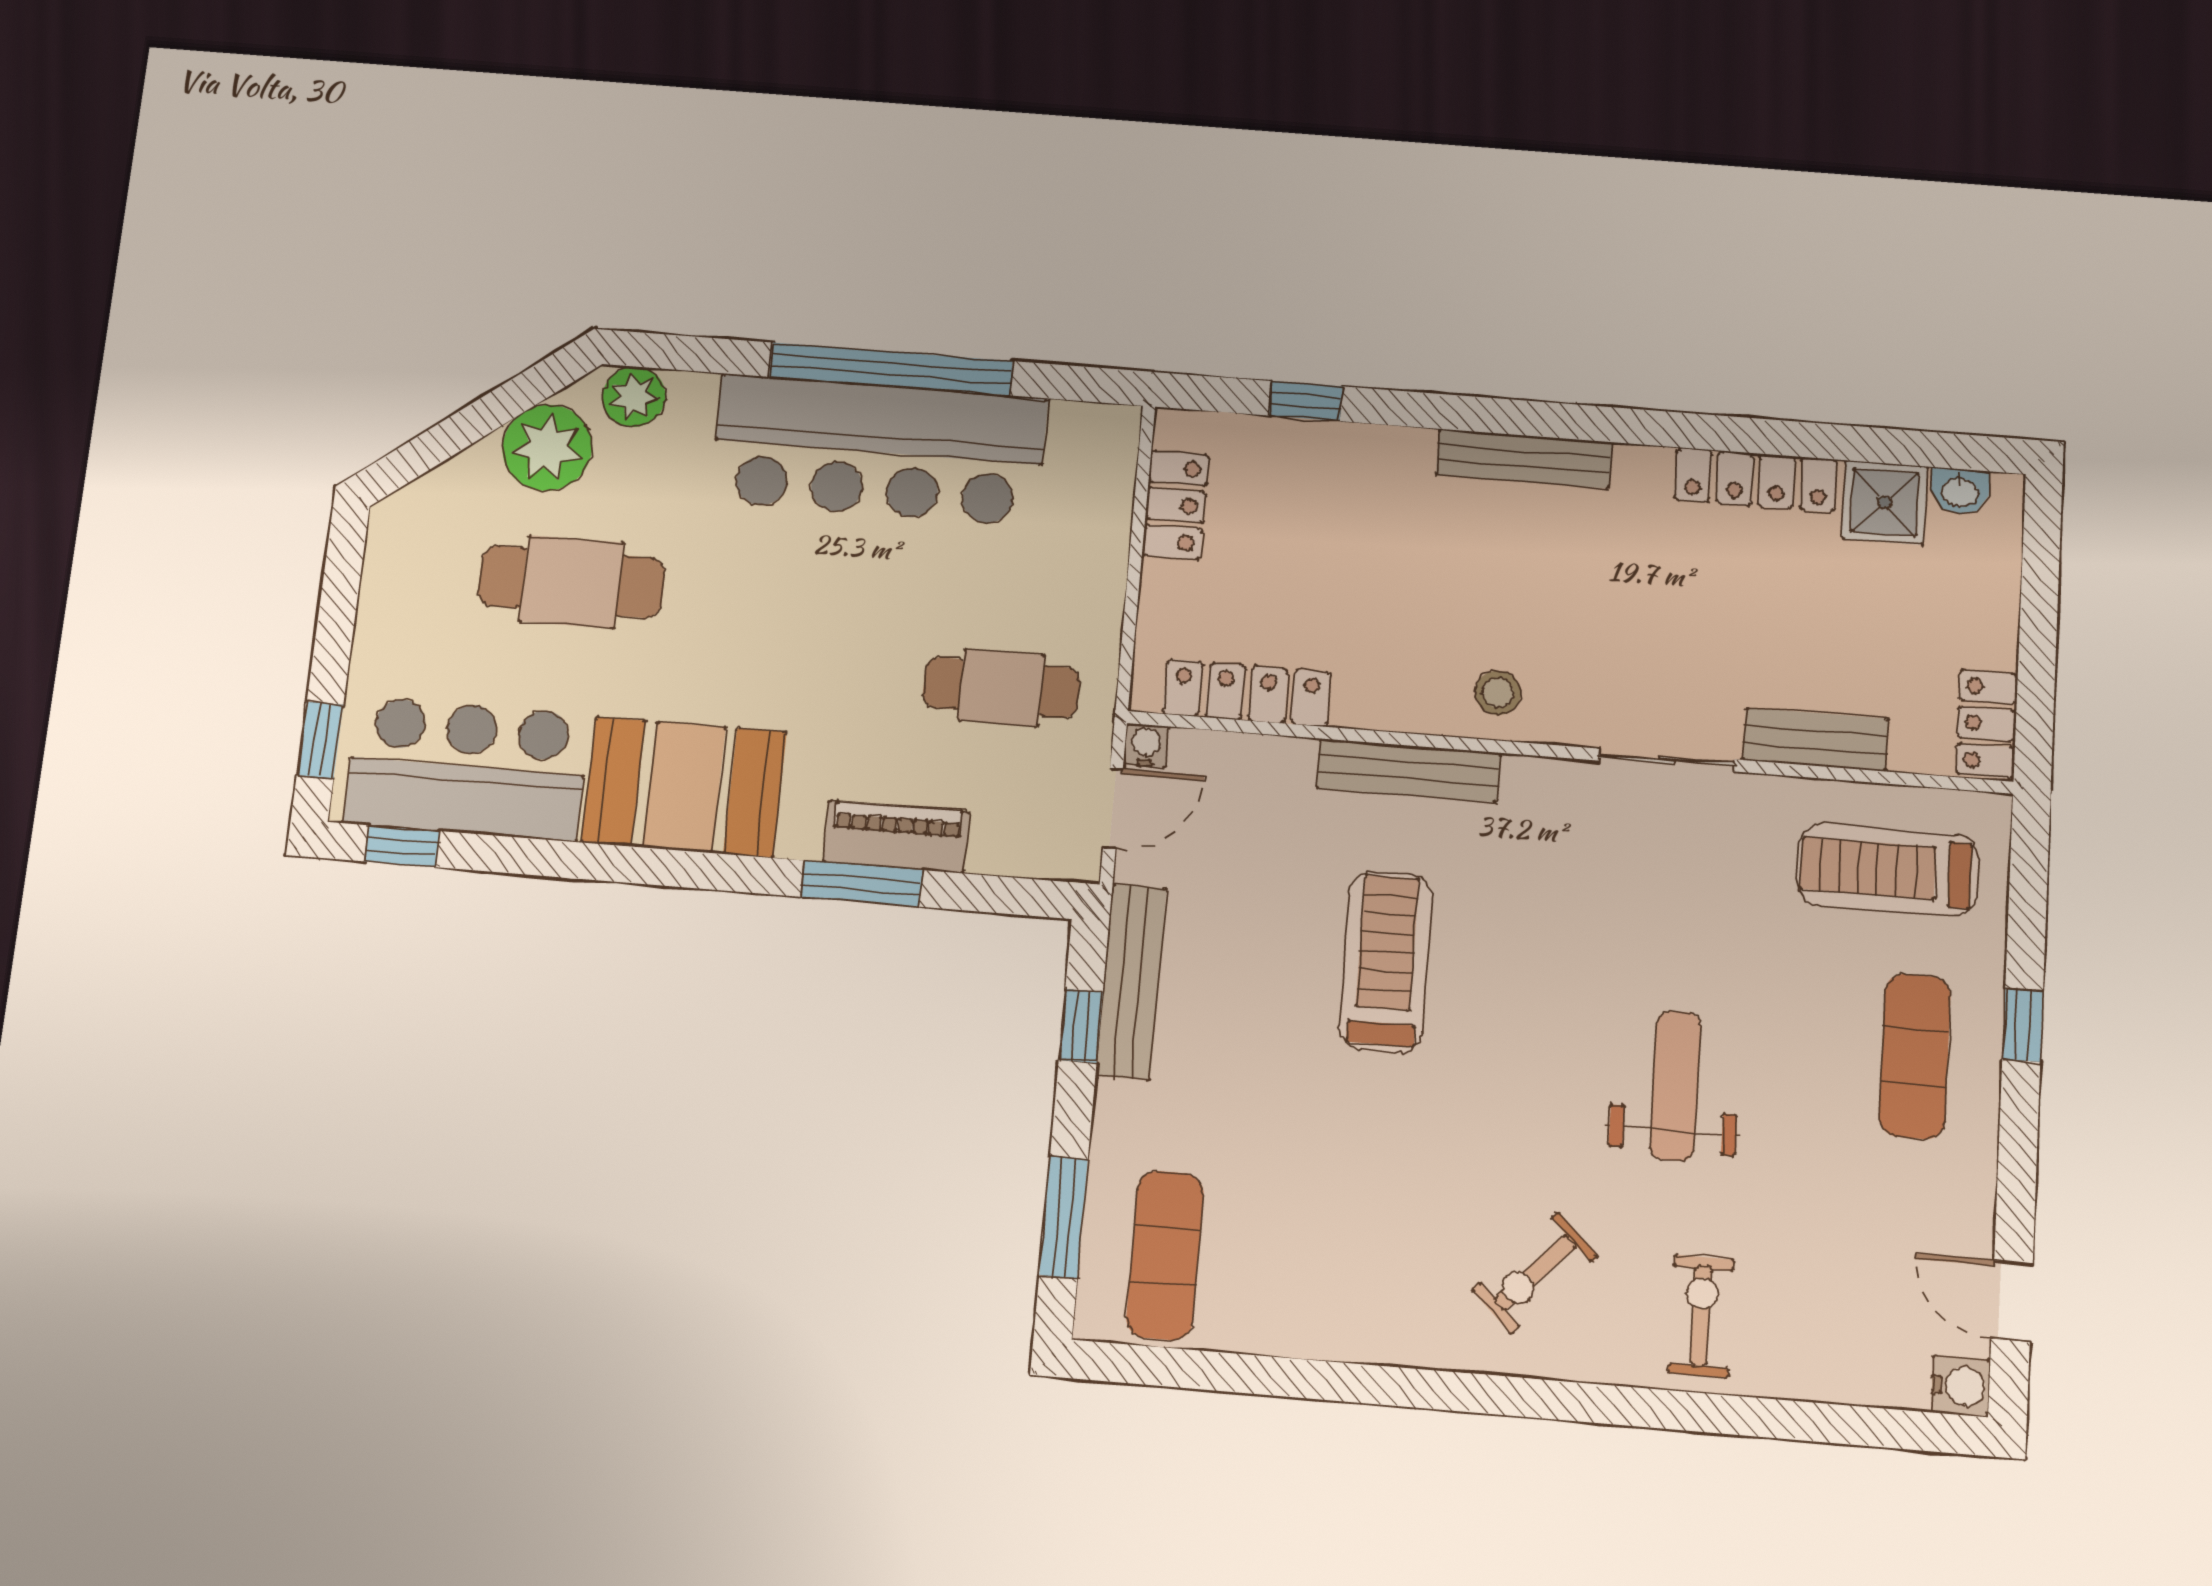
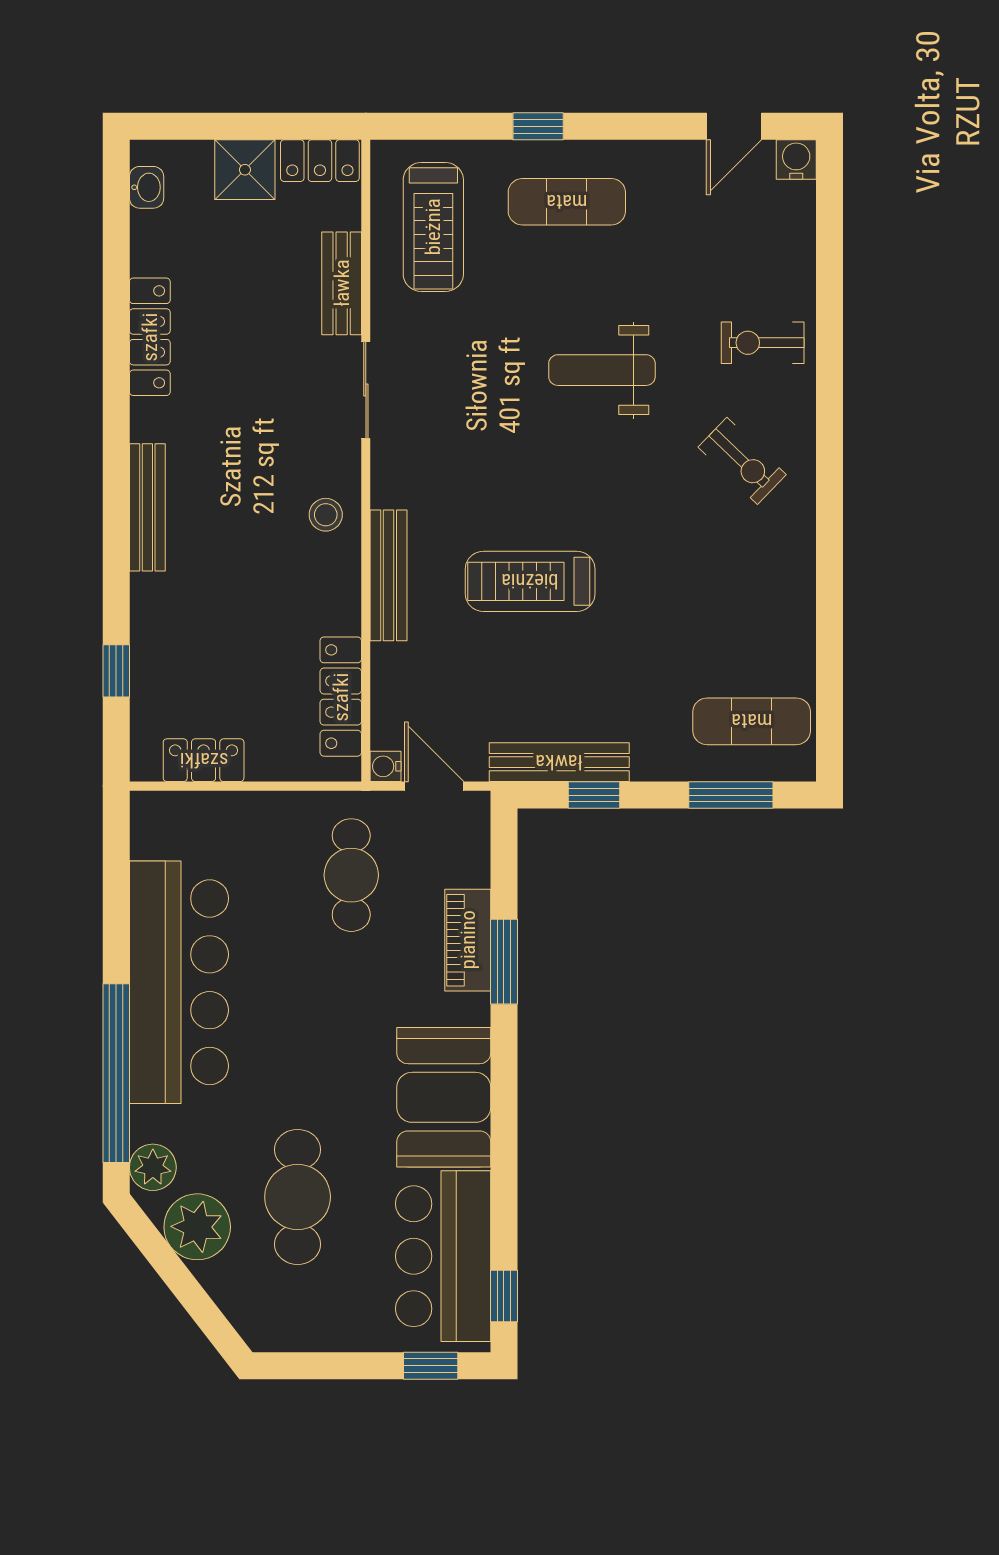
window: (891, 369) -> (116, 1073), moved
shower: (1885, 502) -> (245, 170), moved

